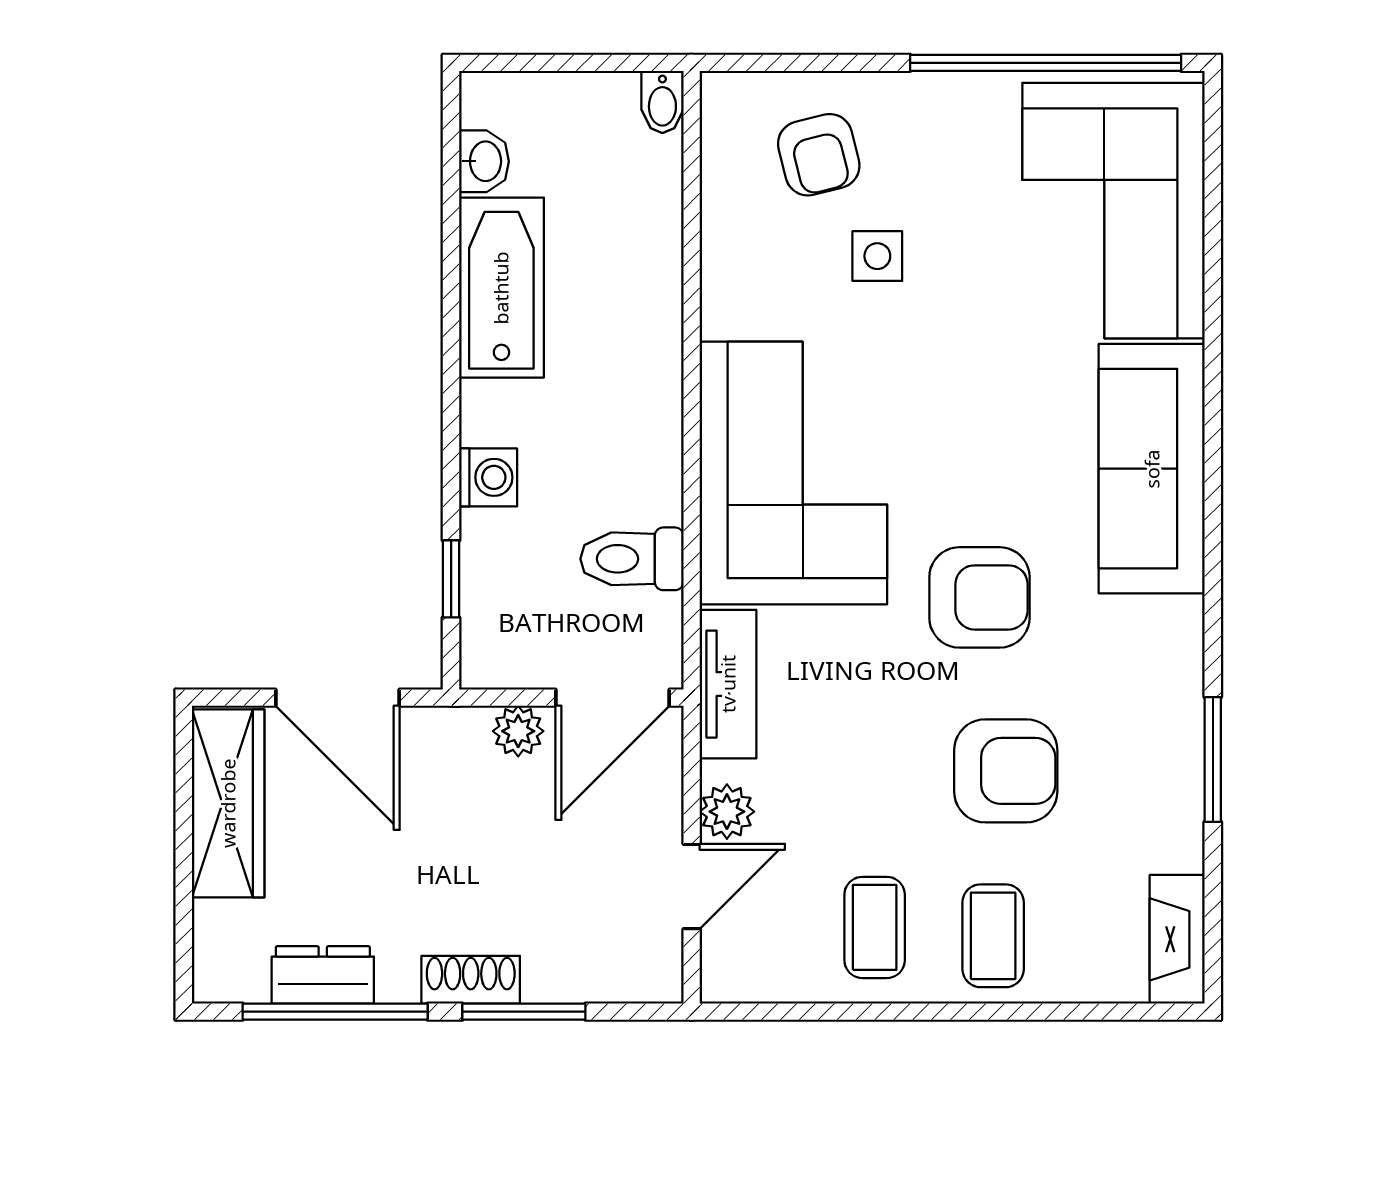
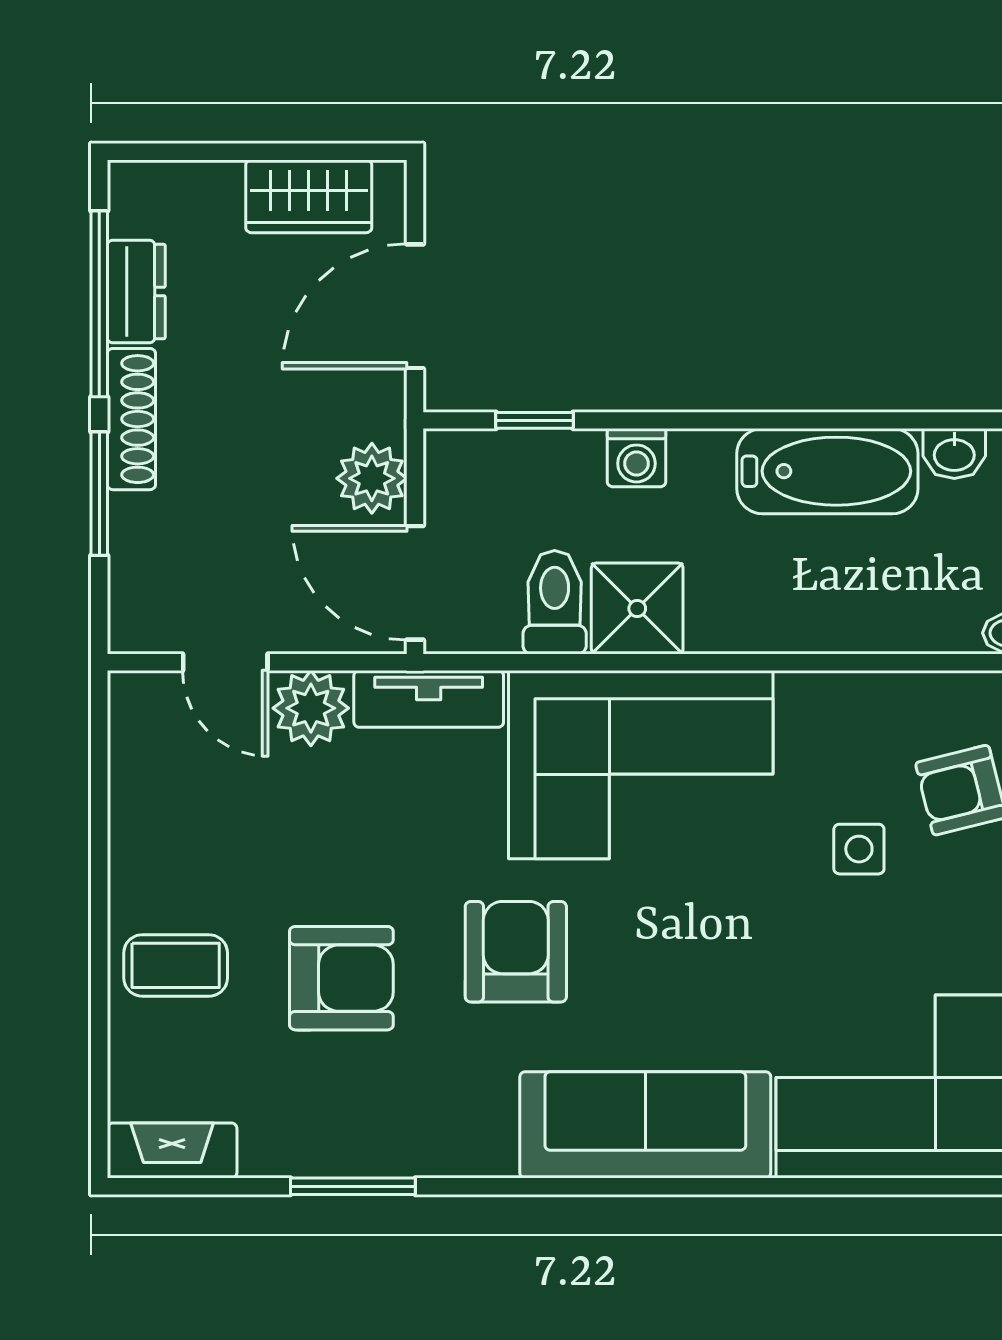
shower: (638, 477) -> (637, 608), added
armchair: (979, 597) -> (516, 952), turned 180
plant: (518, 731) -> (372, 478), width x1.38, depth x1.38
armchair: (1006, 771) -> (341, 978), turned -90
wardrobe: (228, 803) -> (309, 196), width x0.67
plant: (727, 812) -> (311, 708), width x1.38, depth x1.38
coffee table: (875, 927) -> (184, 846), removed
shoe rack: (471, 980) -> (131, 419), width x1.43

